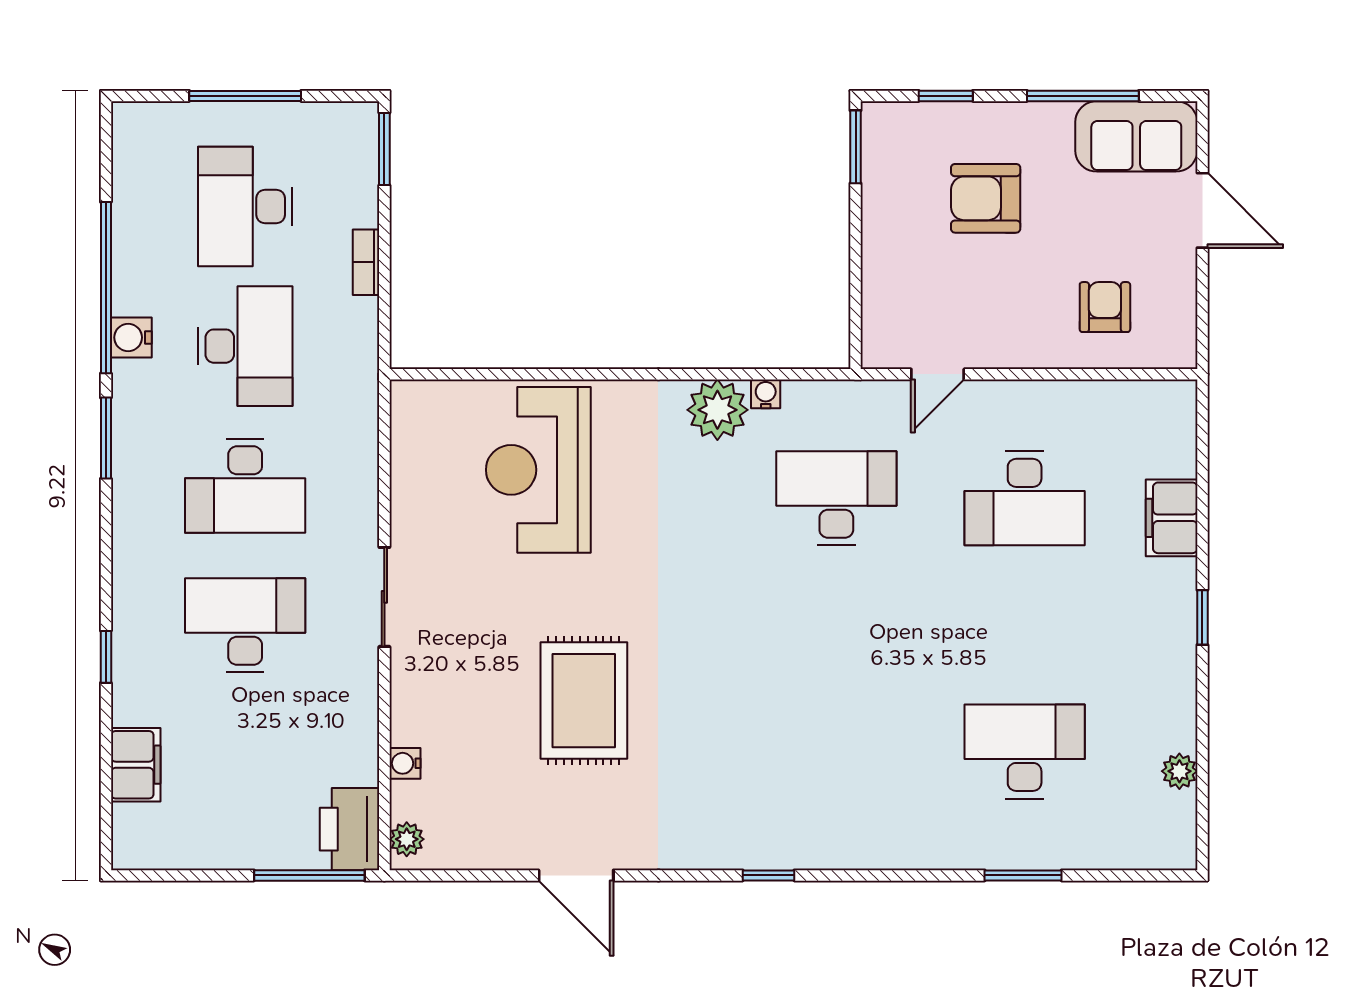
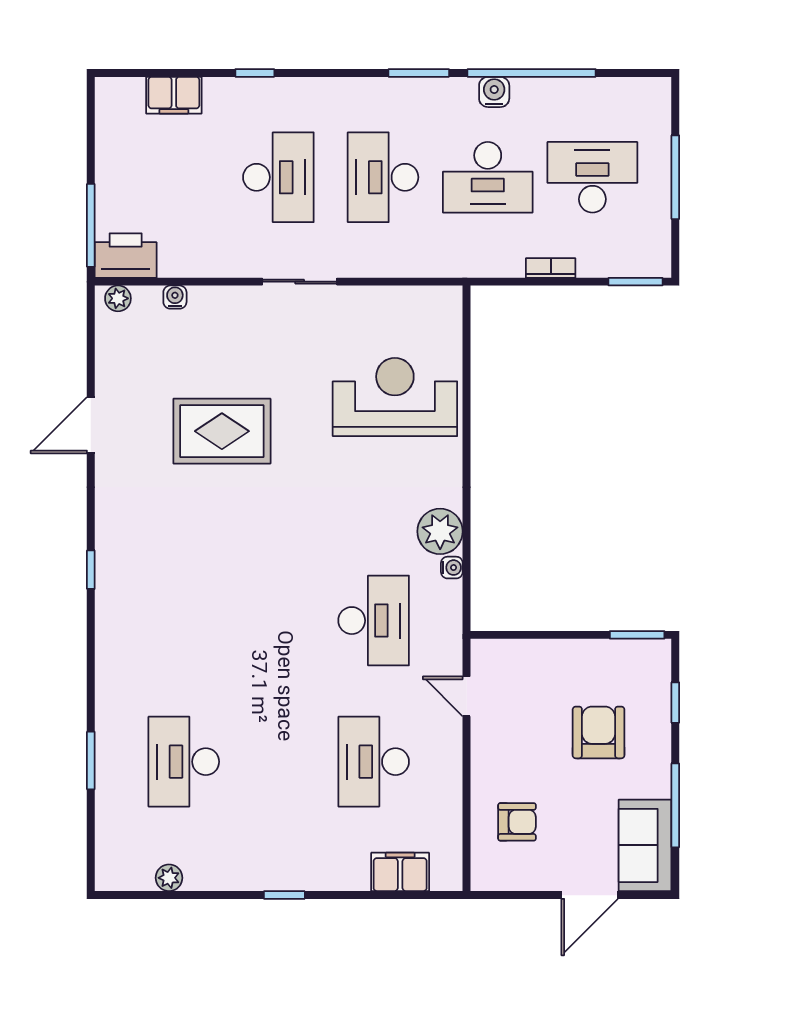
filing cabinet: (1172, 518) -> (400, 872), moved
desk: (1025, 751) -> (184, 762), turned 180

